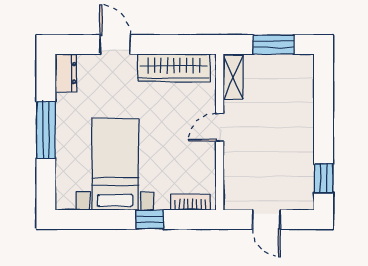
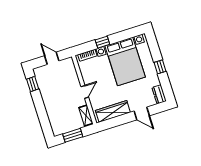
window: (46, 130) -> (160, 67), width x0.46
bed with nightstands: (115, 164) -> (125, 61), width x1.36

